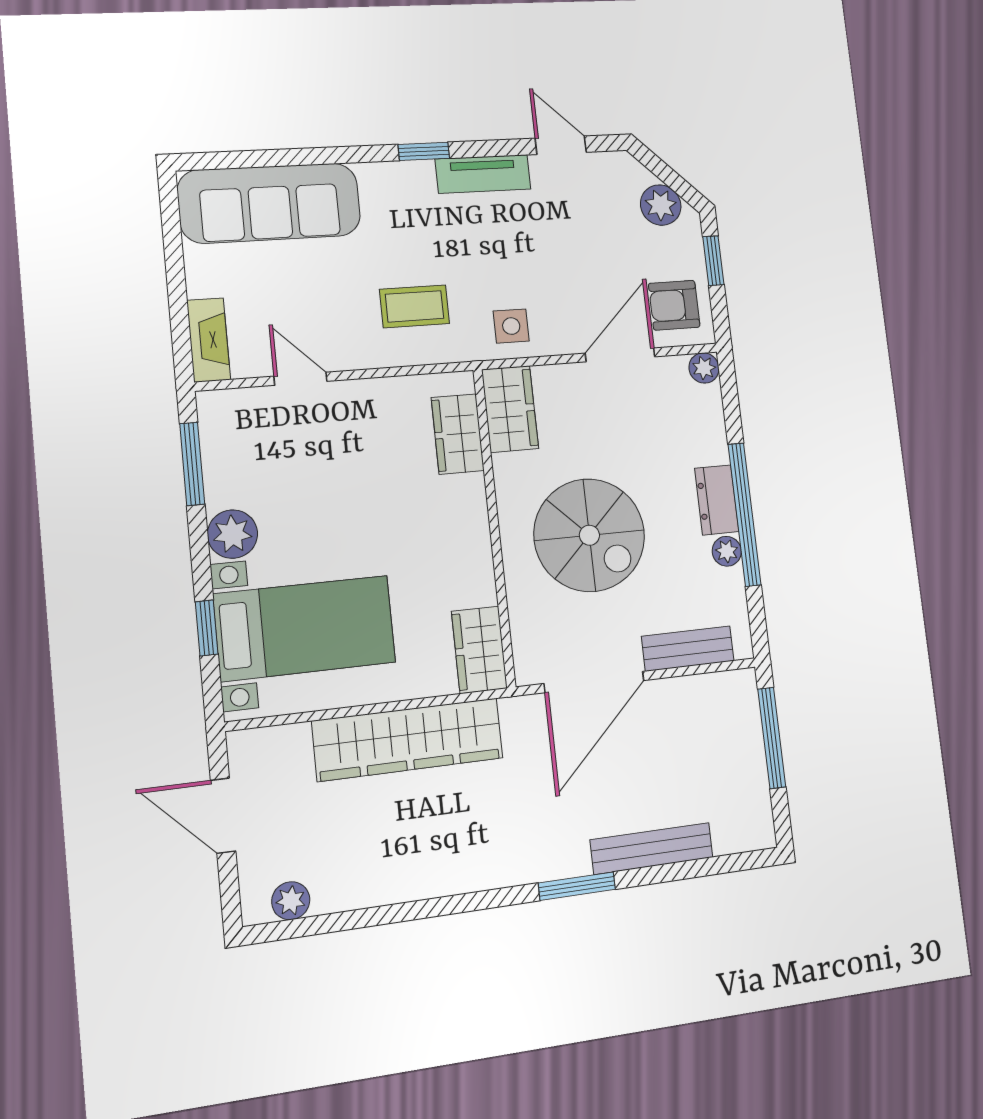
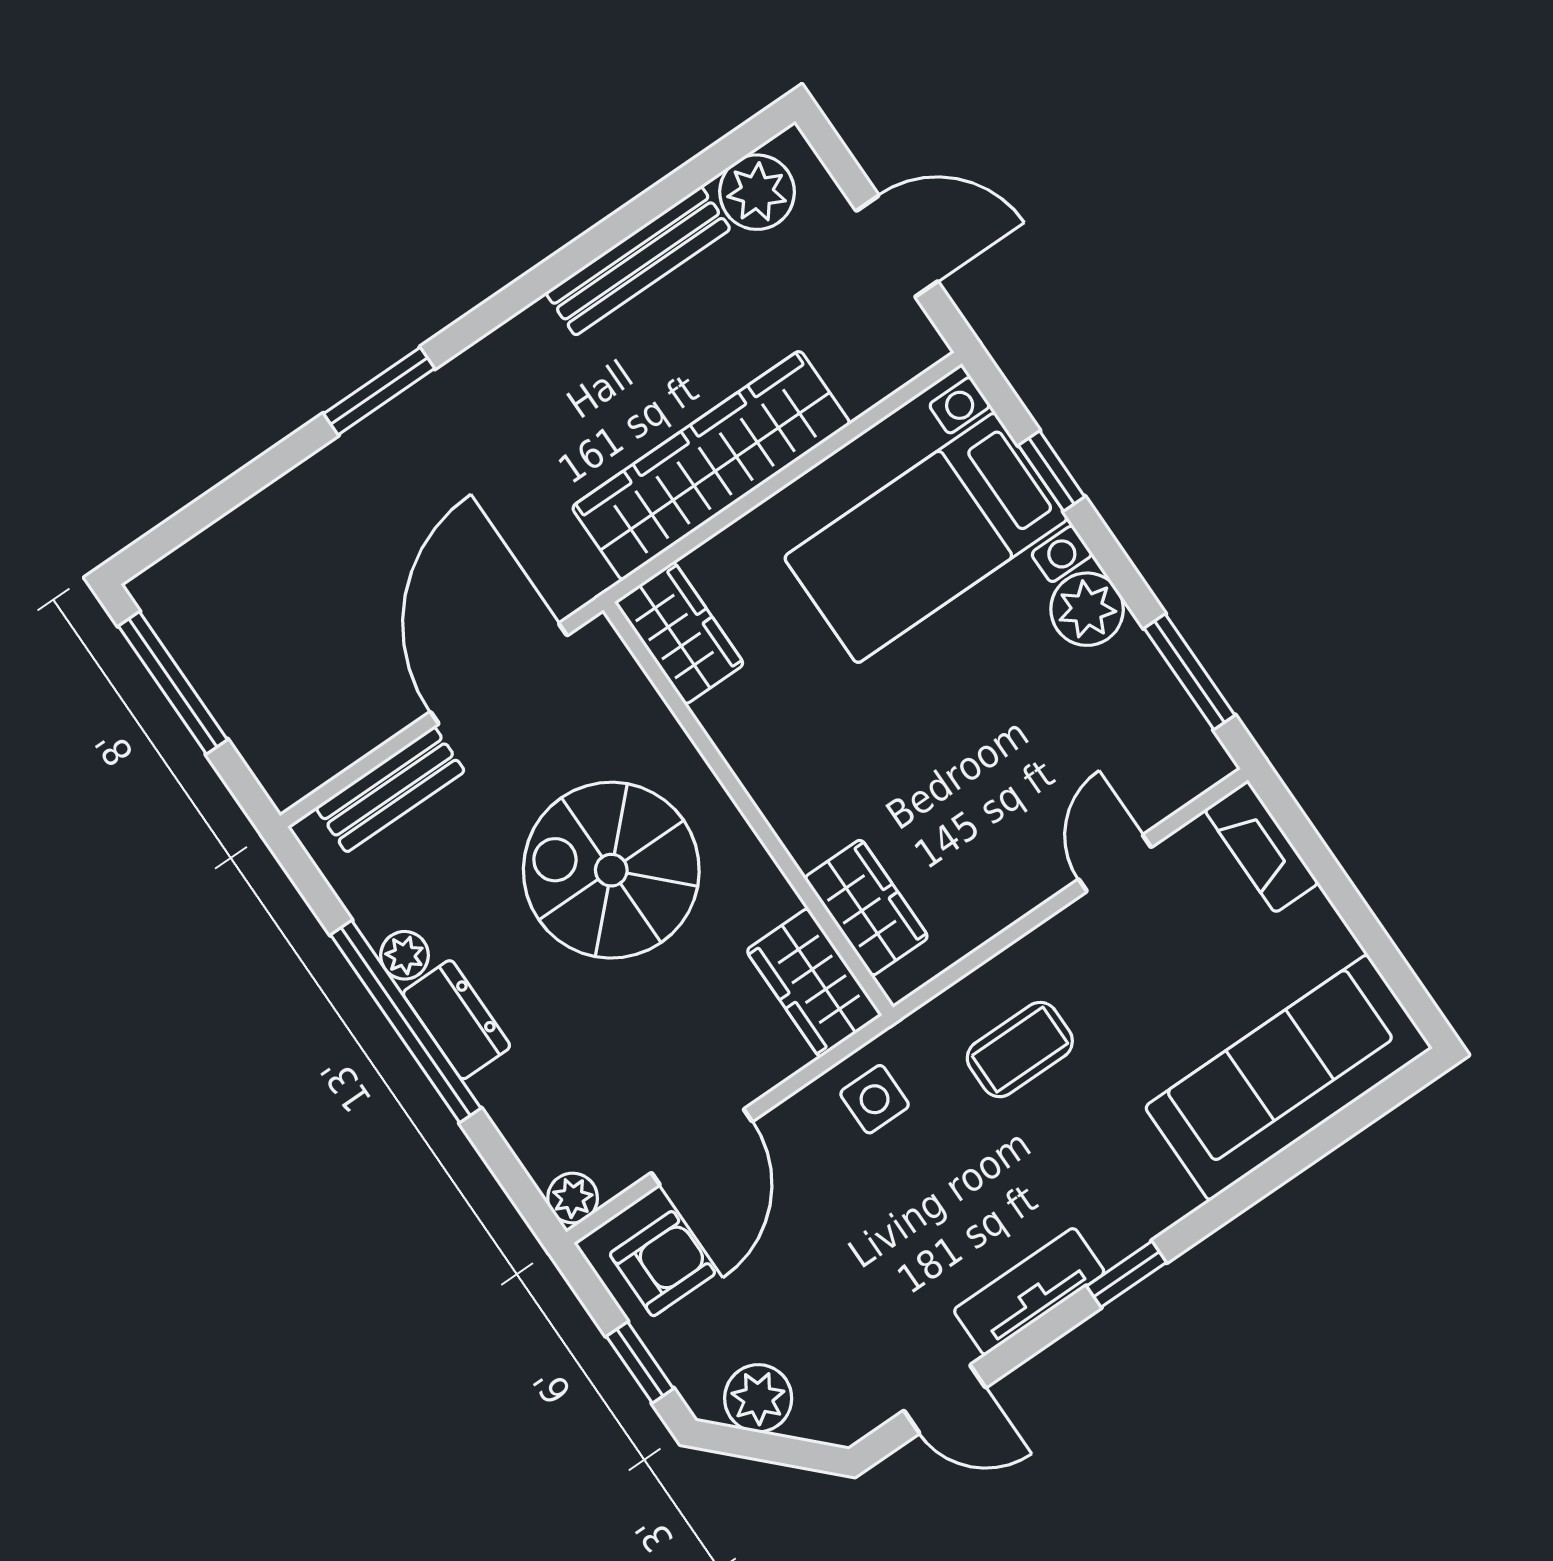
door: (301, 379) -> (1115, 863), swing flipped
window: (772, 738) -> (173, 683), moved
bench: (652, 848) -> (638, 261), moved
plant: (291, 901) -> (757, 192), width x1.38, depth x1.38

